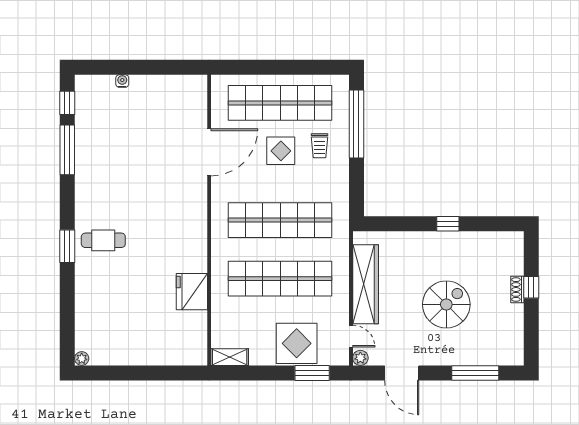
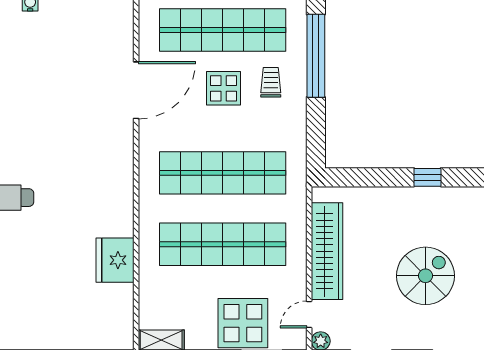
trolley: (319, 146) -> (271, 82), turned 180
door: (351, 336) -> (309, 314), swing flipped

